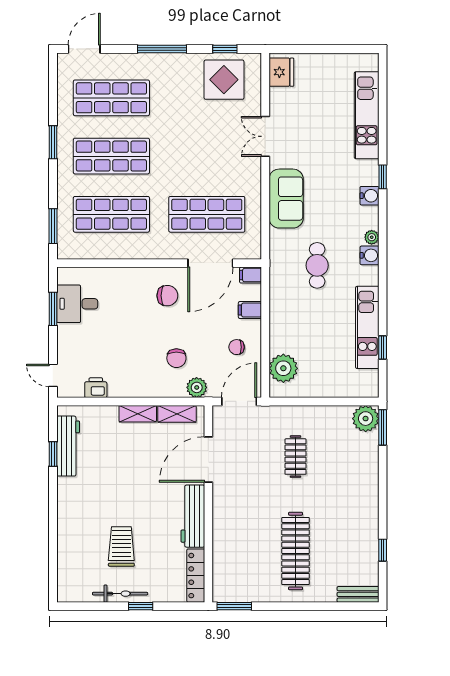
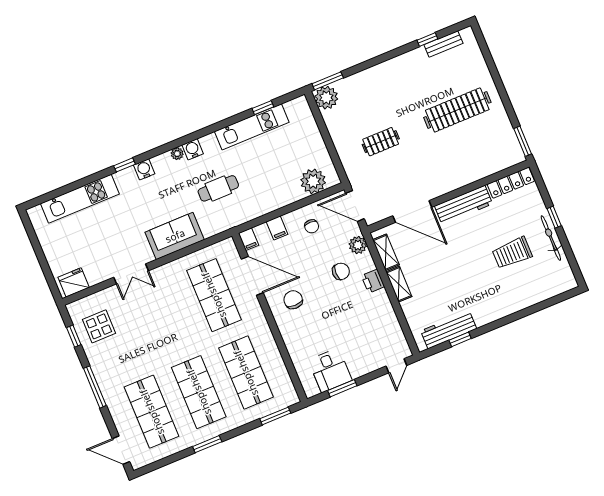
display table: (224, 80) -> (99, 326), width x0.73, depth x0.73
printer: (96, 388) -> (373, 281), moved
bench: (358, 594) -> (443, 44), moved, turned 90

